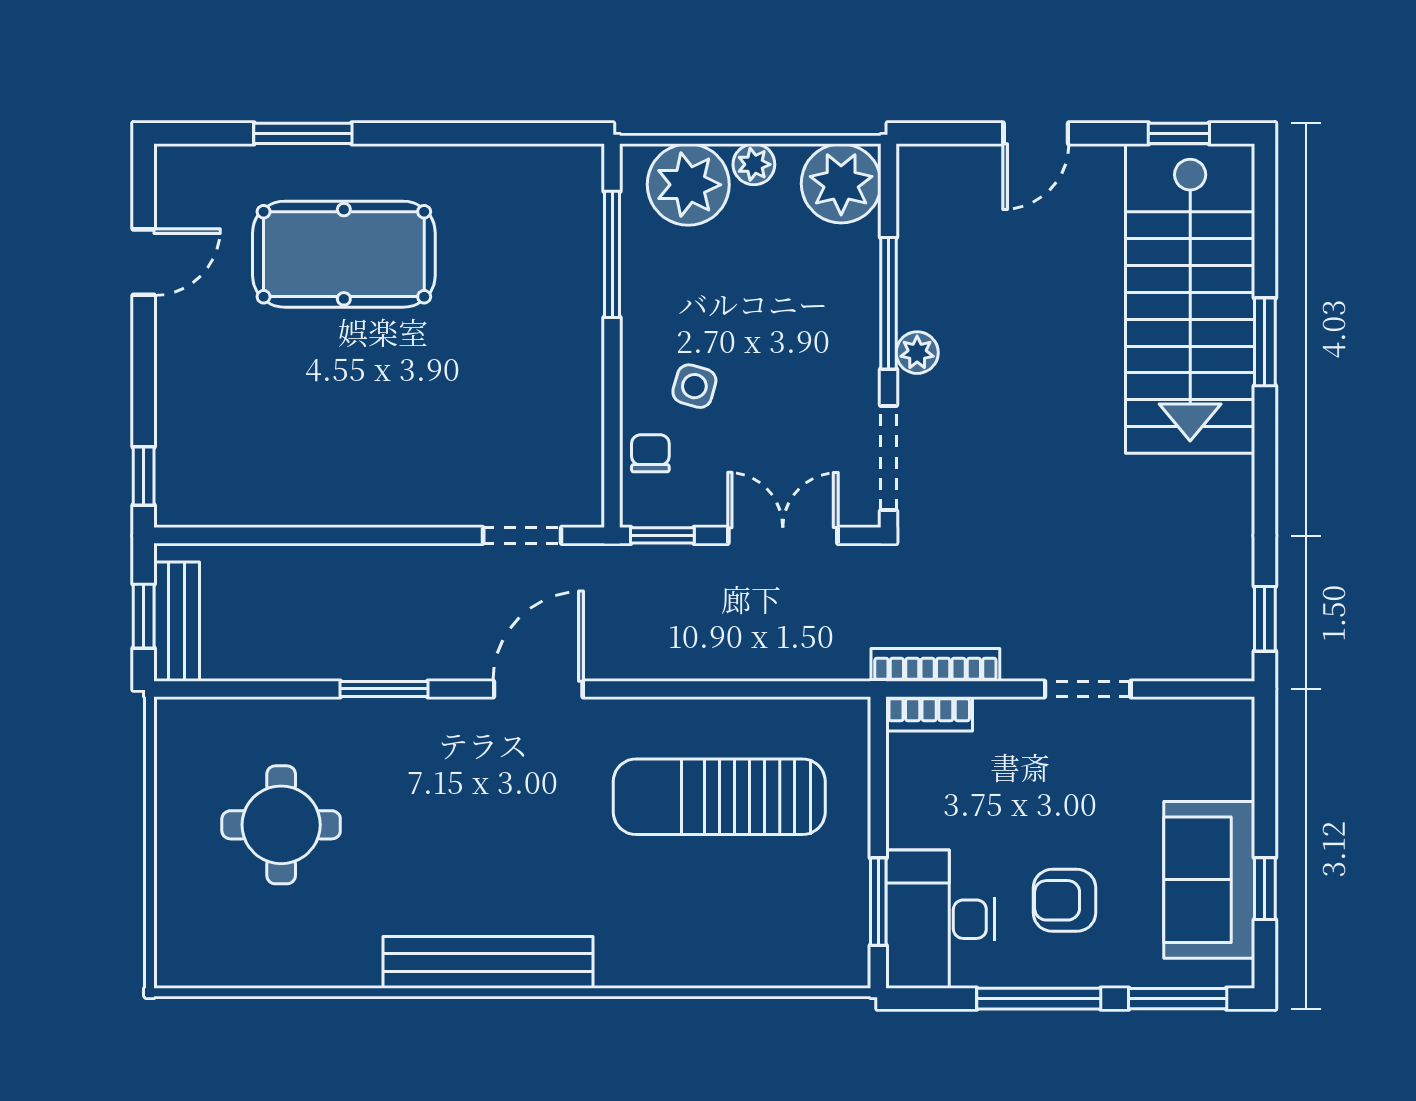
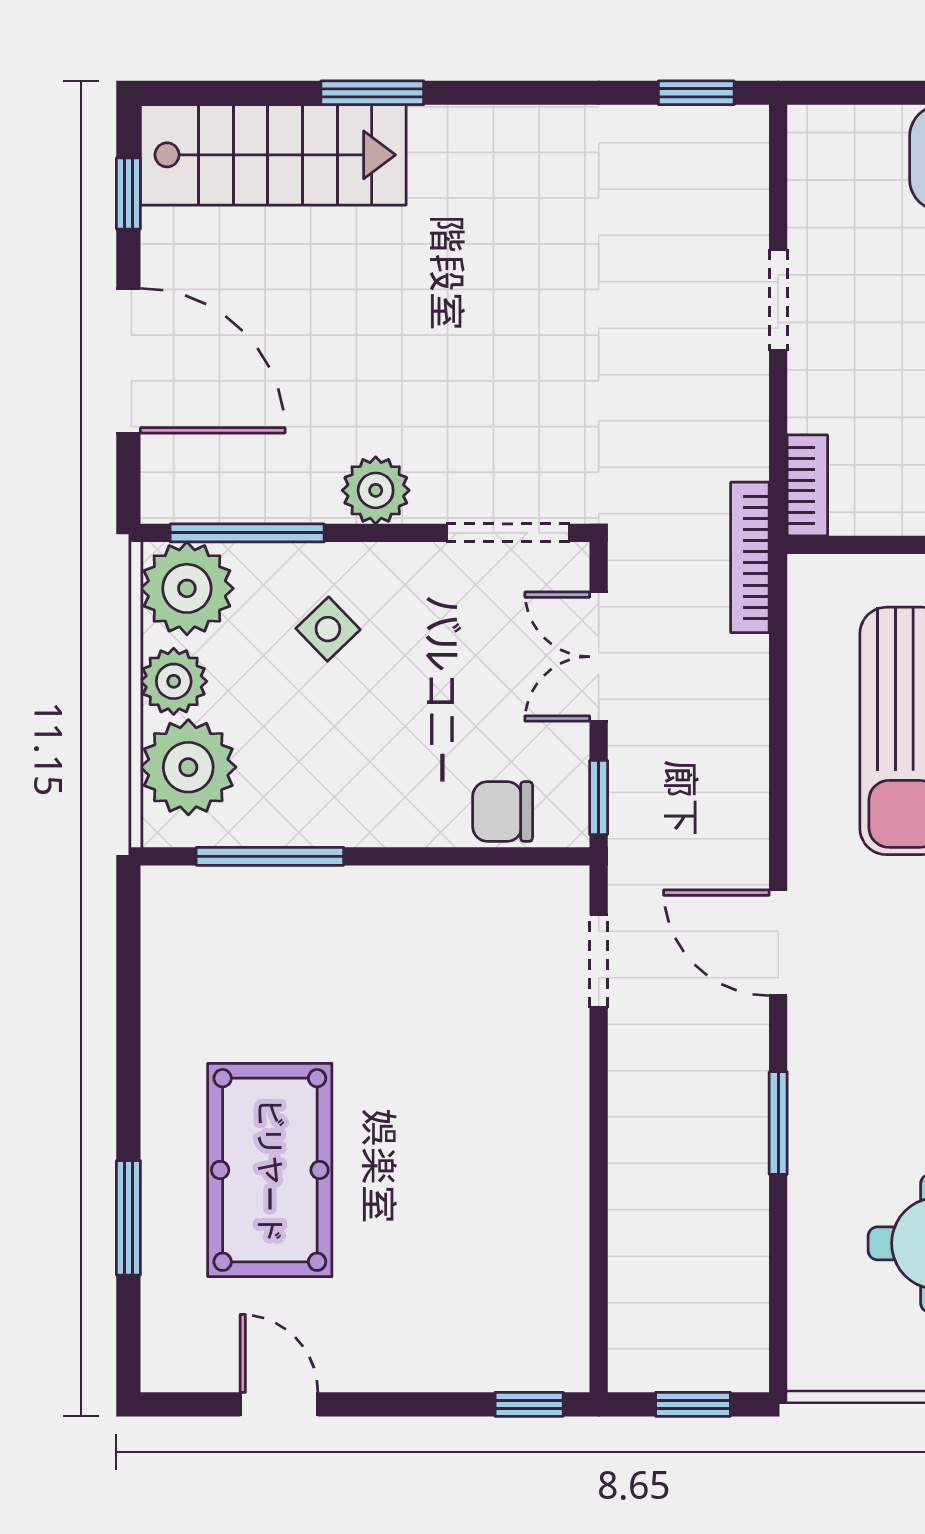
door: (1036, 133) -> (128, 361), width x1.87
plant: (754, 164) -> (174, 681), width x1.38, depth x1.38
stairs: (1190, 299) -> (273, 155), width x0.73, depth x0.66
window: (889, 303) -> (247, 533), moved
plant: (917, 353) -> (376, 490), width x1.38, depth x1.38
side table: (694, 386) -> (328, 629), moved, turned 30
chair: (650, 453) -> (503, 812), width x1.37, depth x1.37
bench: (177, 622) -> (699, 1366), removed
bookcase: (935, 665) -> (750, 557), moved

